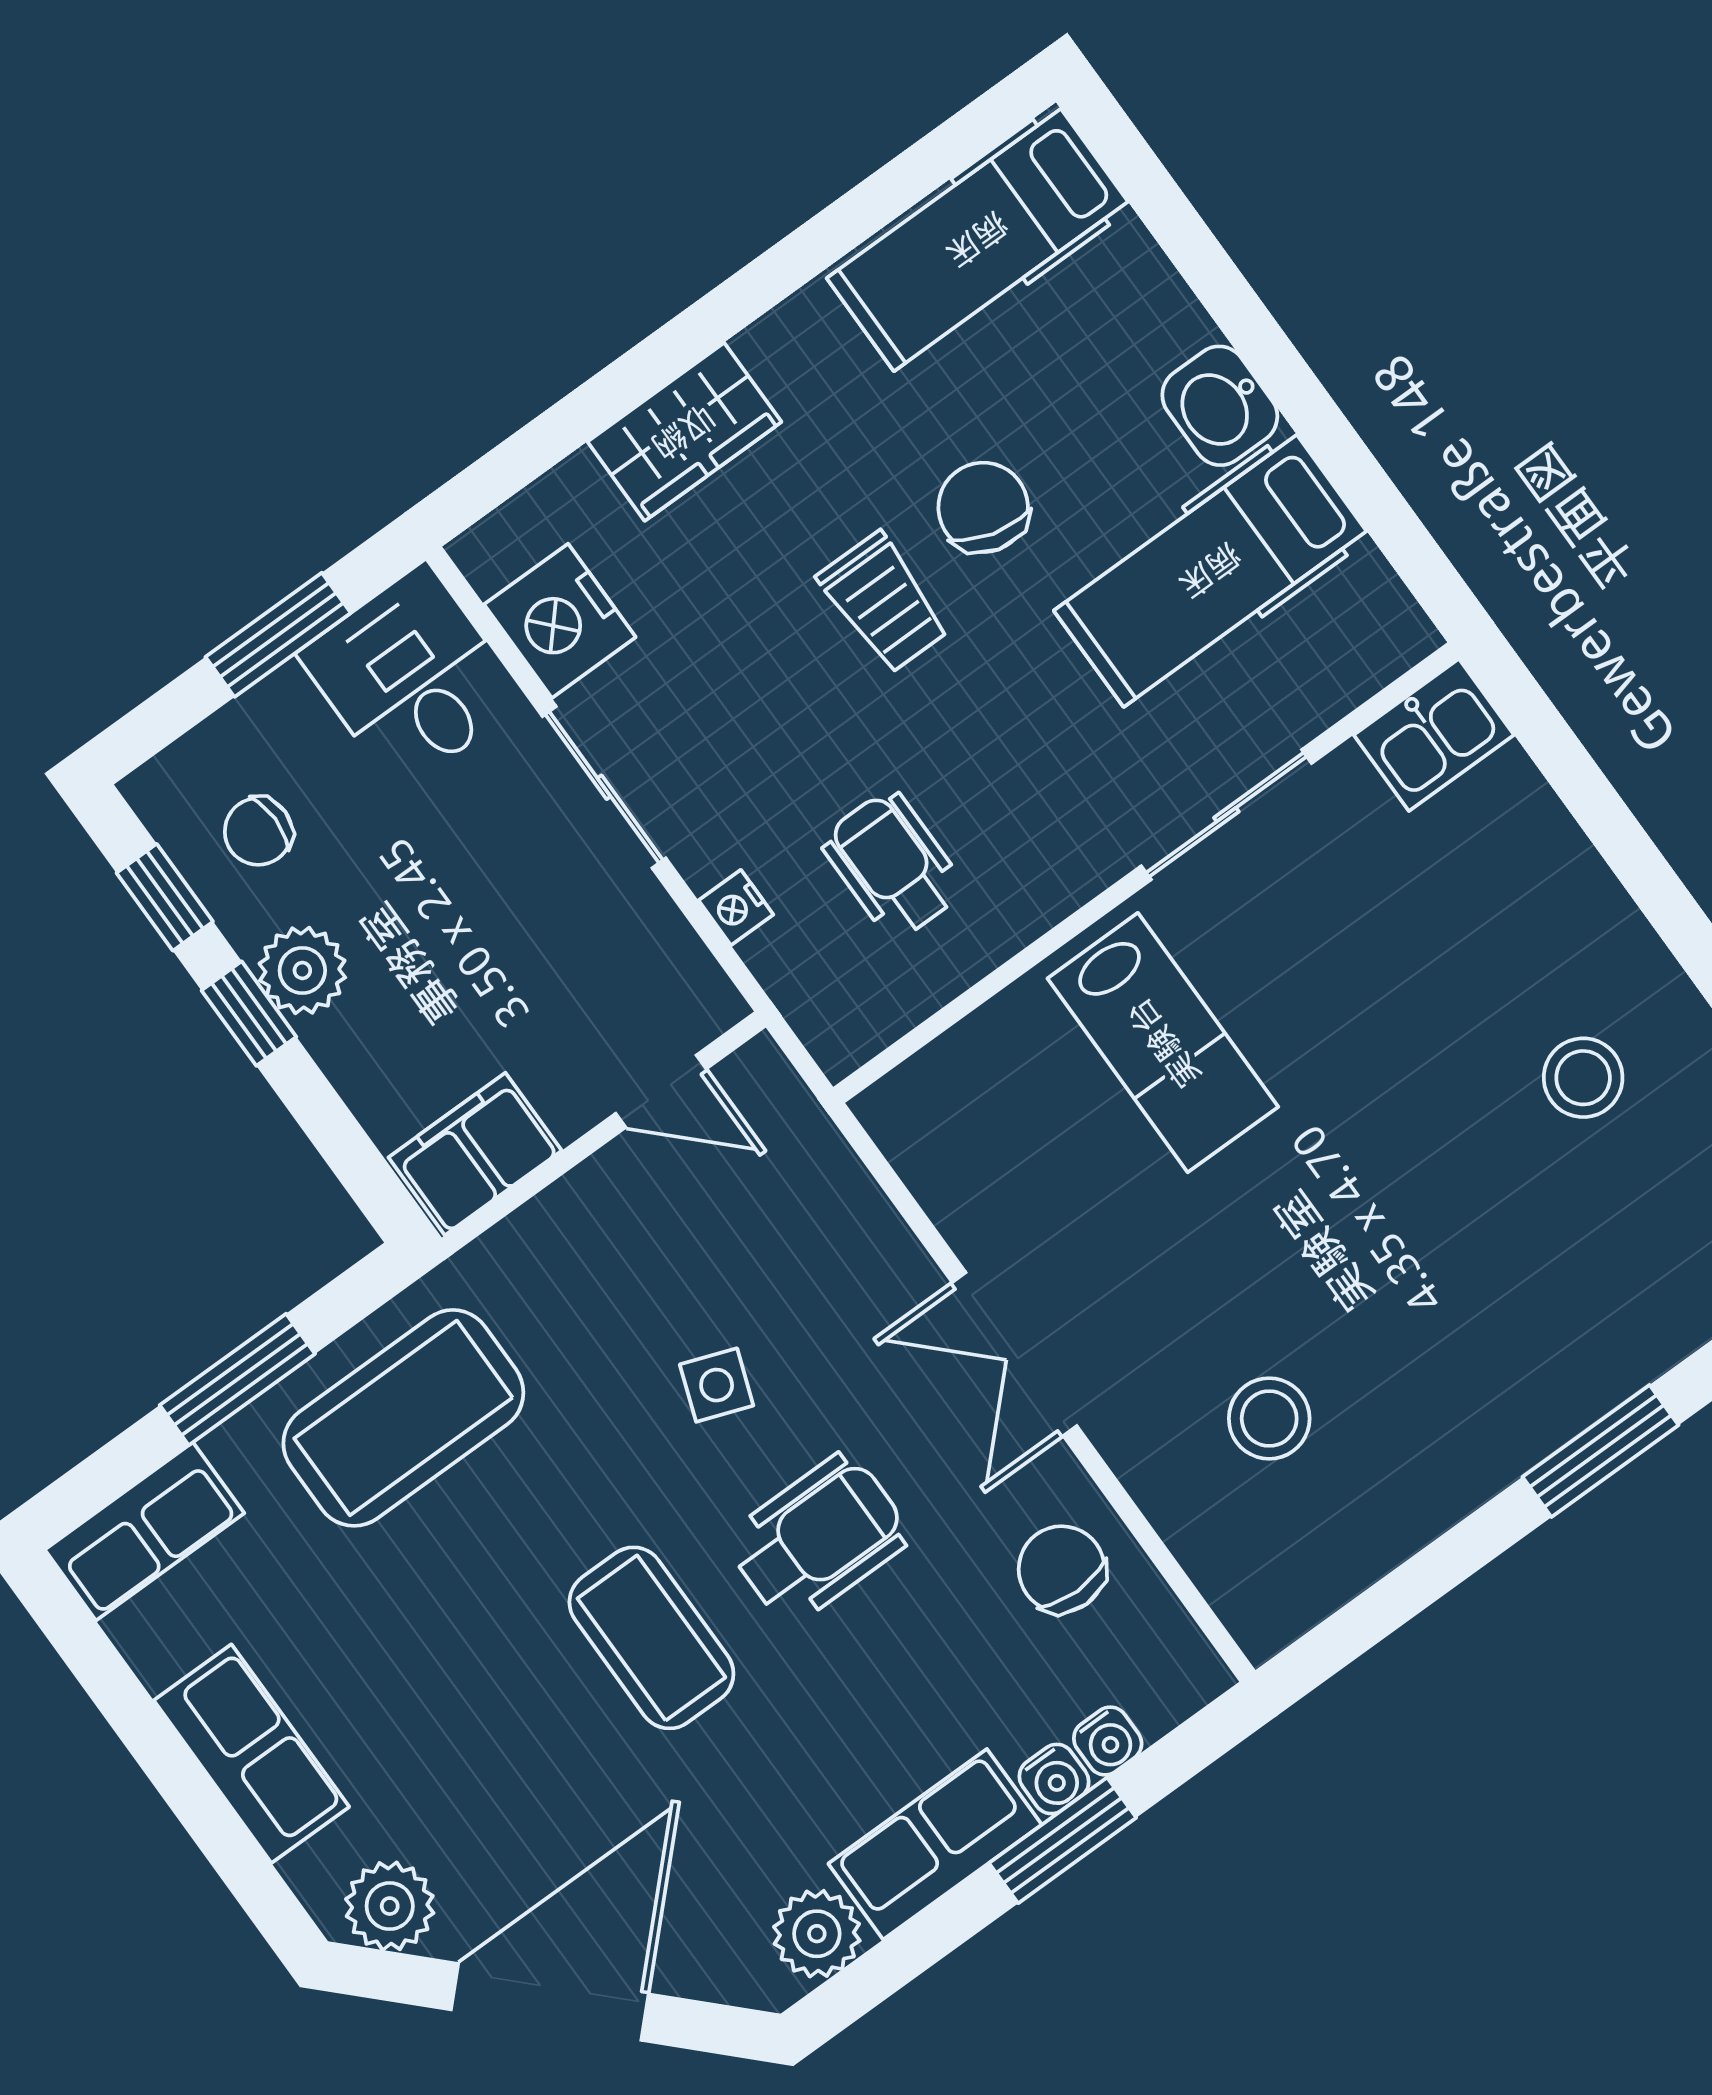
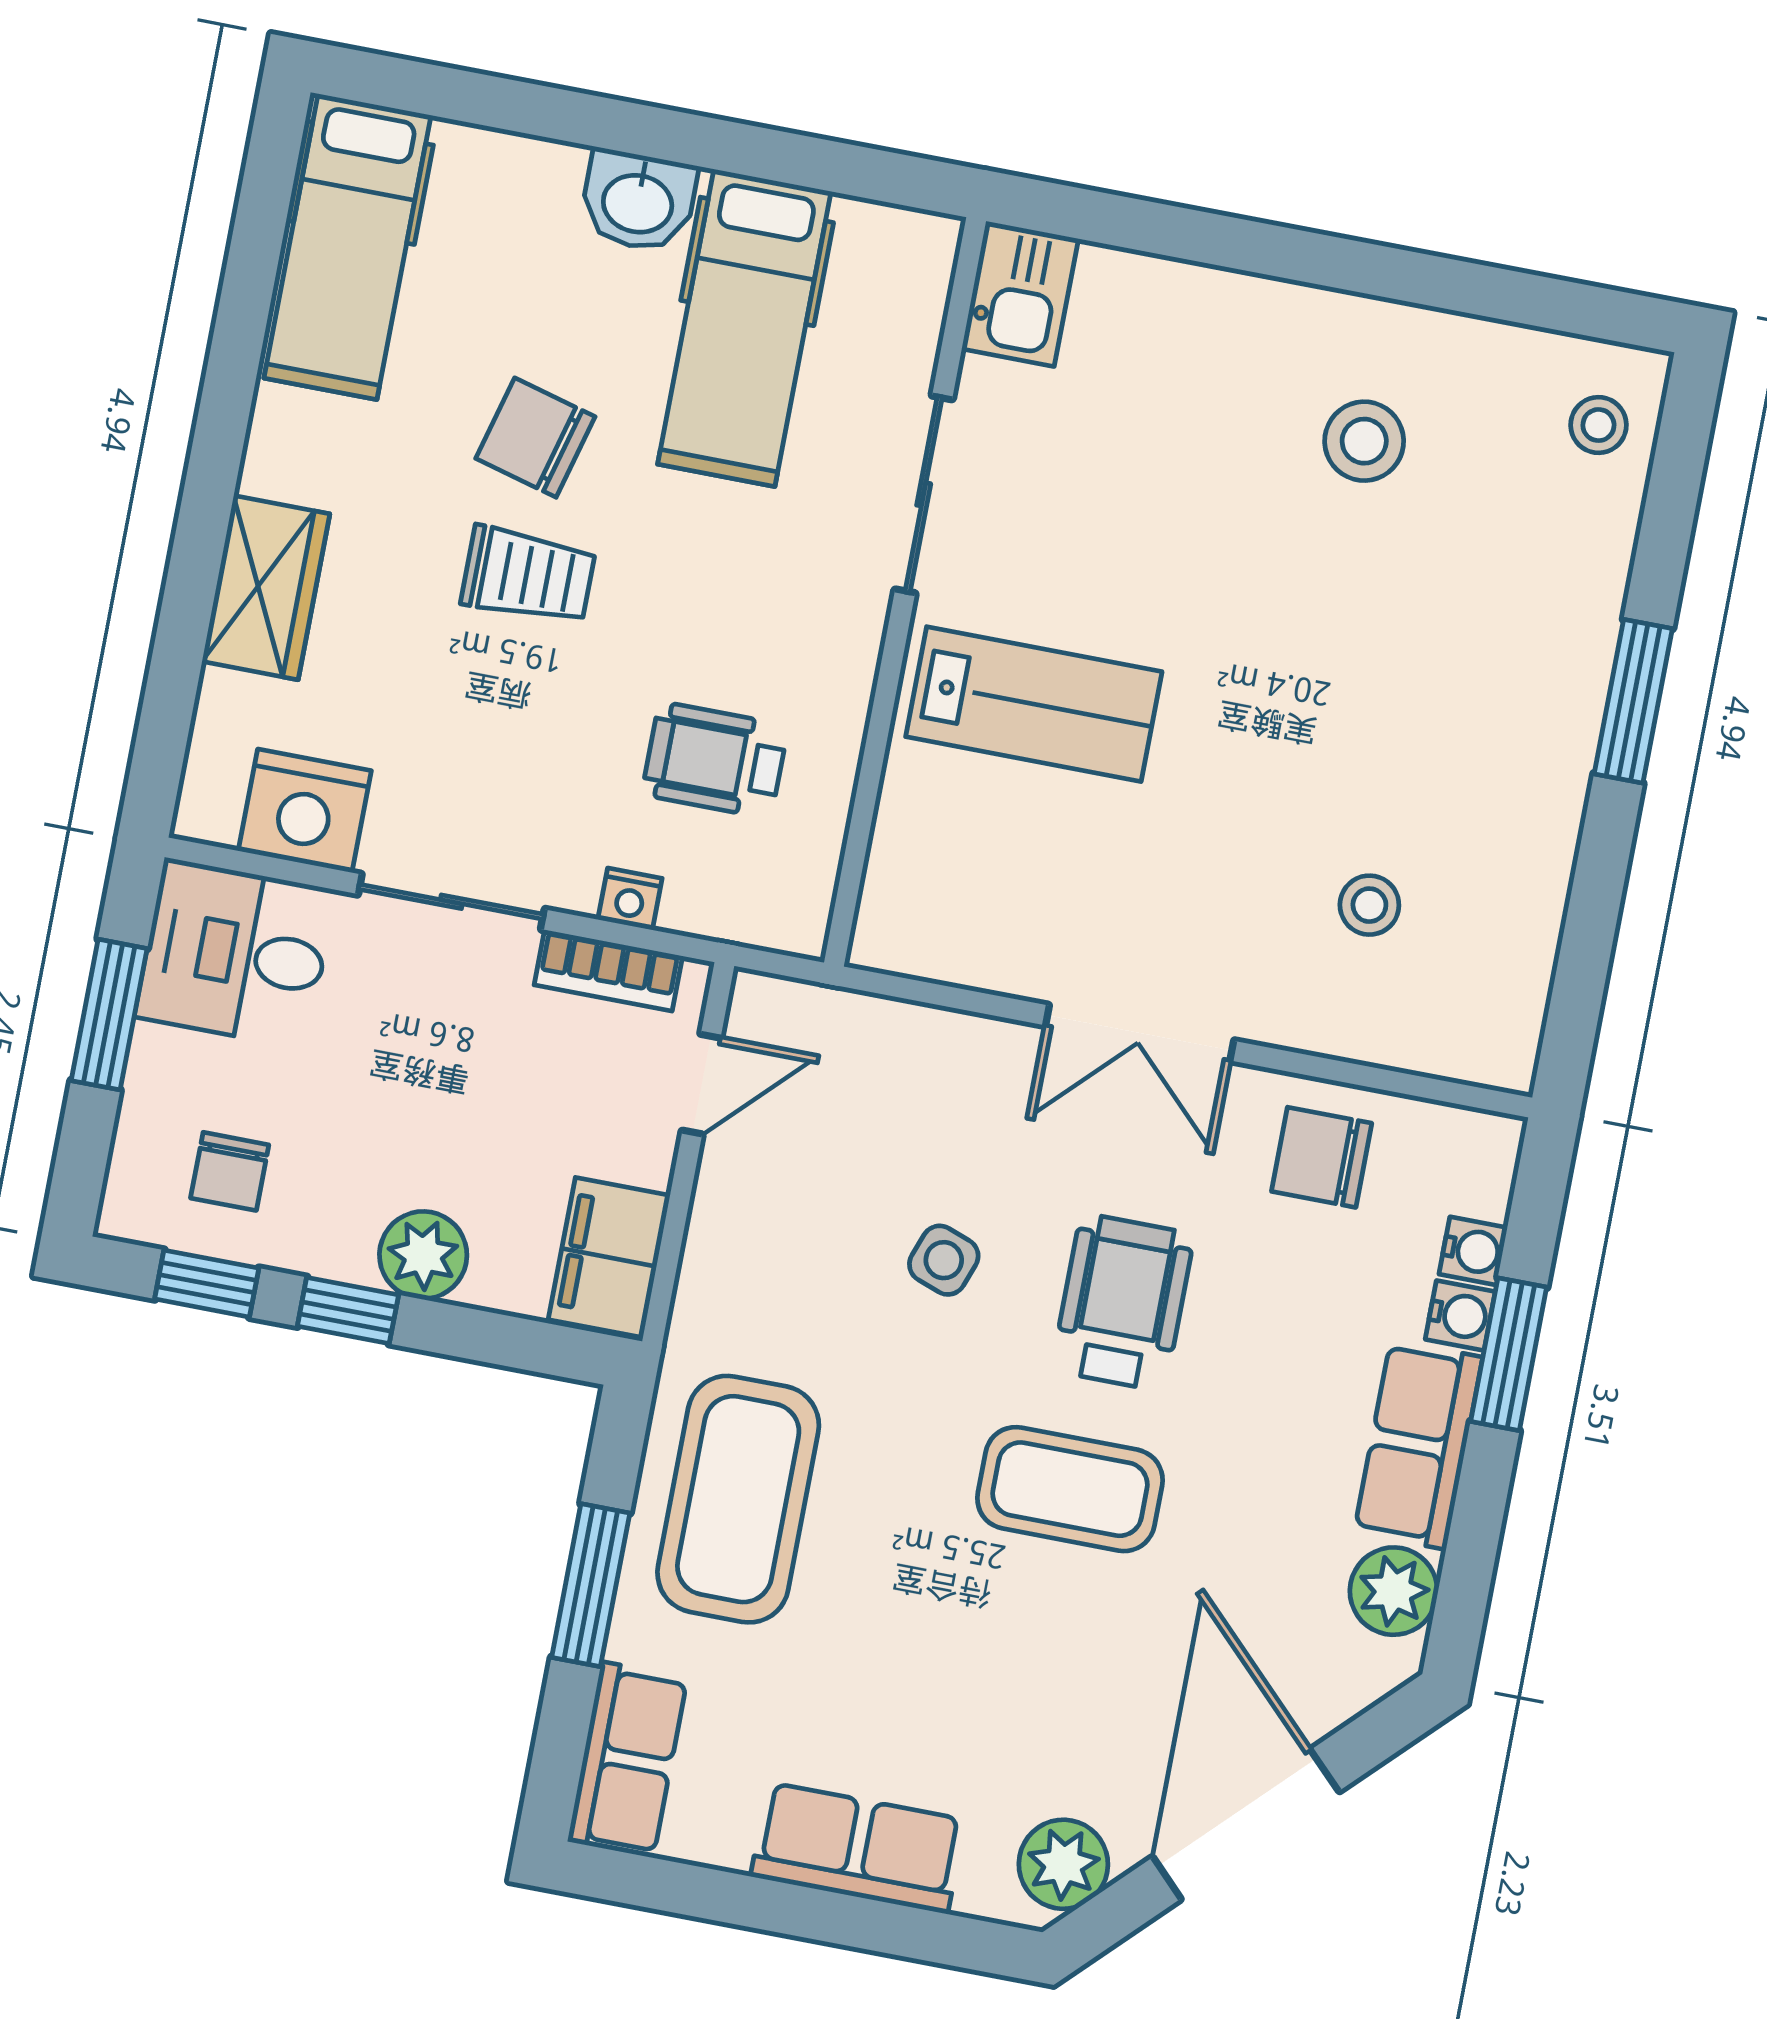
bookcase: (671, 945) -> (608, 970), added
plant: (302, 970) -> (423, 1255), moved
stool: (1269, 1419) -> (1369, 905), width x0.73, depth x0.73

